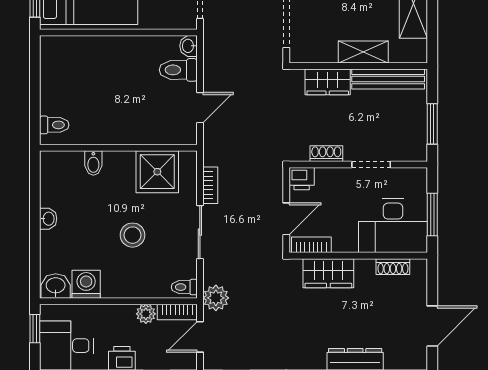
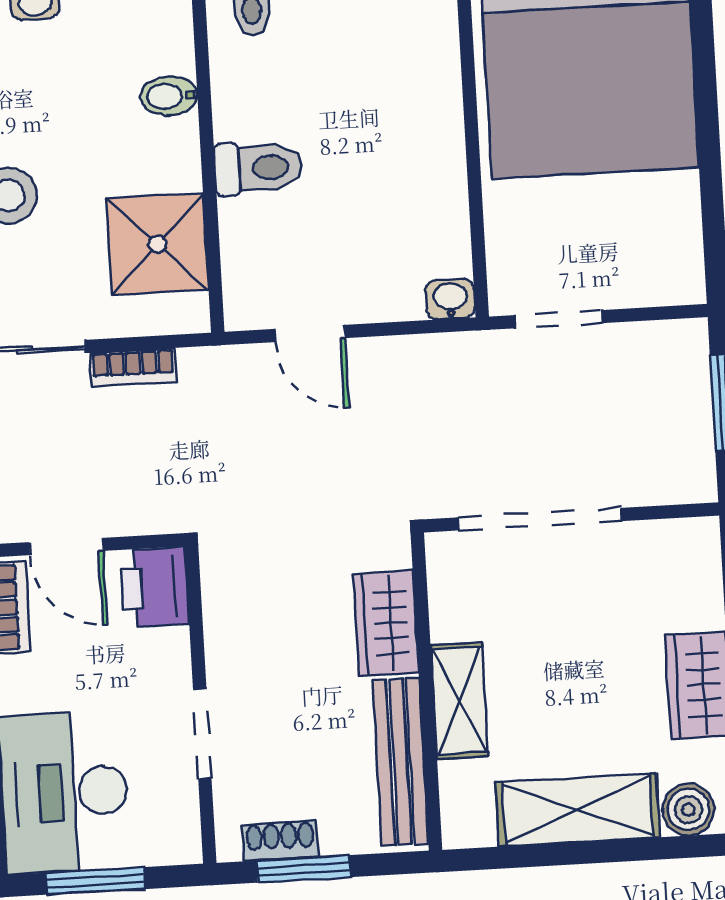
toilet: (178, 70) -> (258, 168), moved, turned 90
shoe rack: (326, 154) -> (280, 841), moved, turned -90
printer: (302, 179) -> (155, 587), width x1.36, depth x1.24

